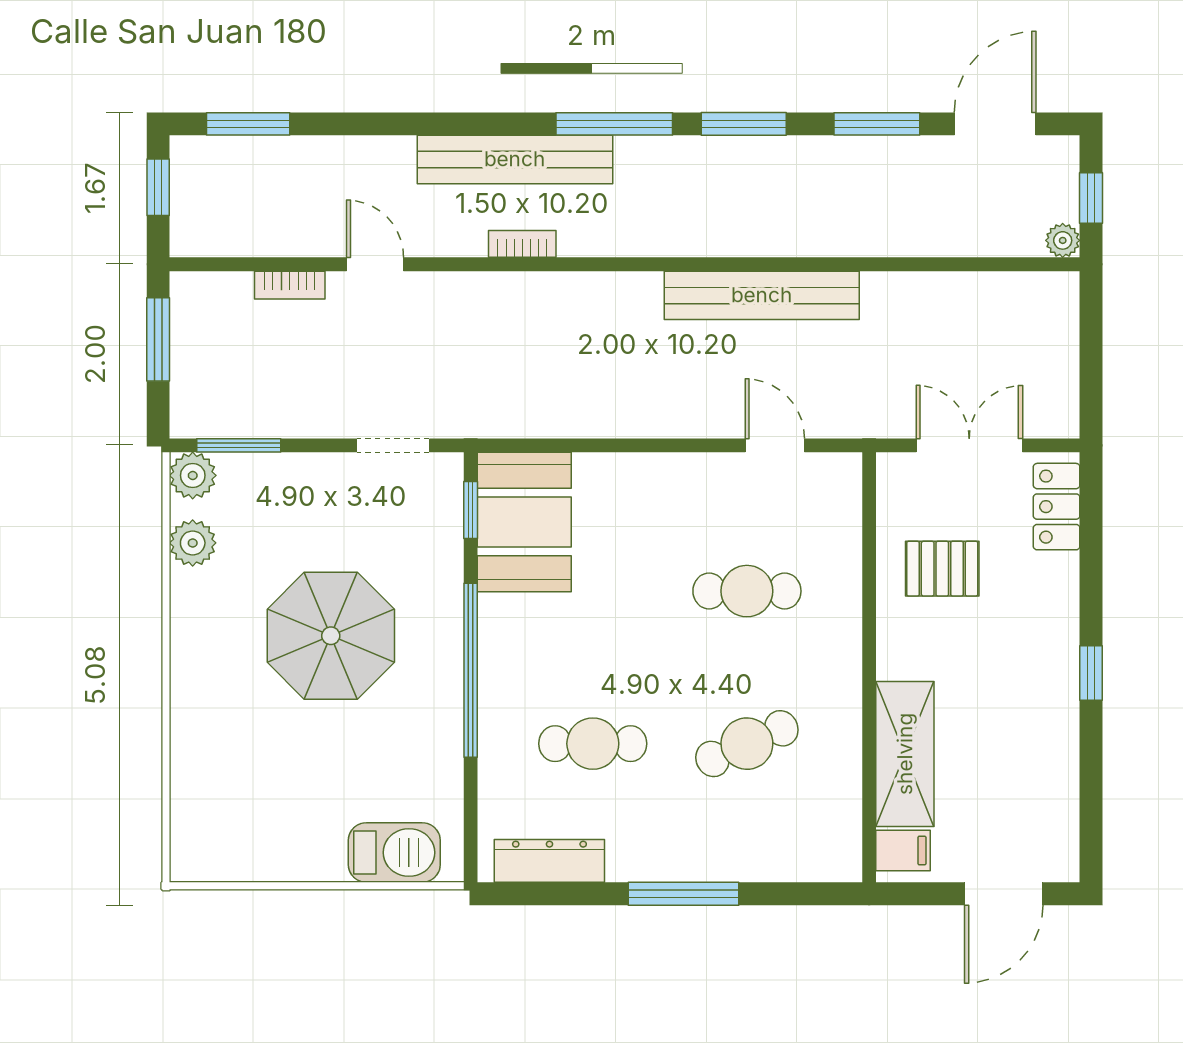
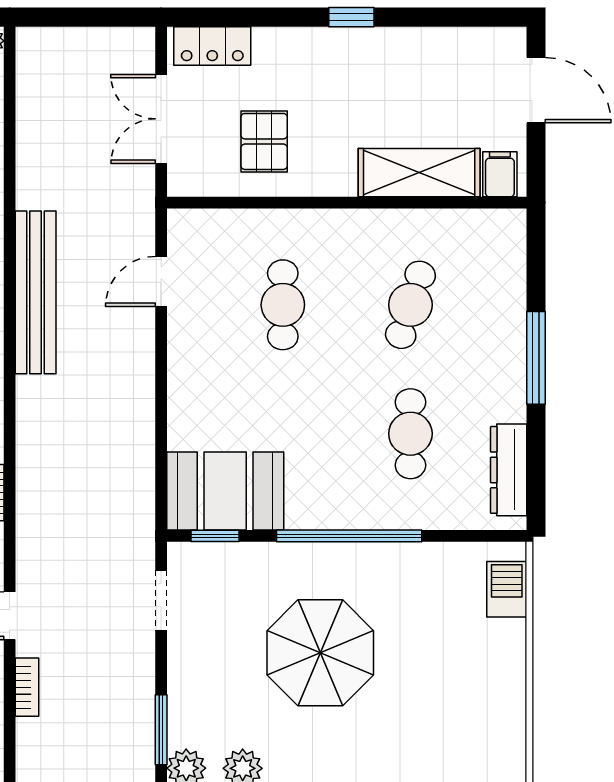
cafe table: (747, 744) -> (410, 305), turned 42
barbecue: (394, 853) -> (507, 589), width x0.73, depth x0.79

